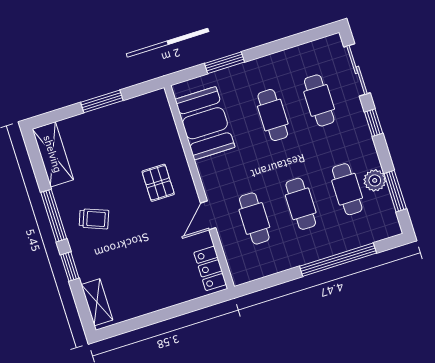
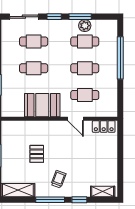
booth: (205, 123) -> (42, 105), moved
pallet: (158, 183) -> (37, 154), moved, turned 90
window: (395, 191) -> (80, 17), moved

